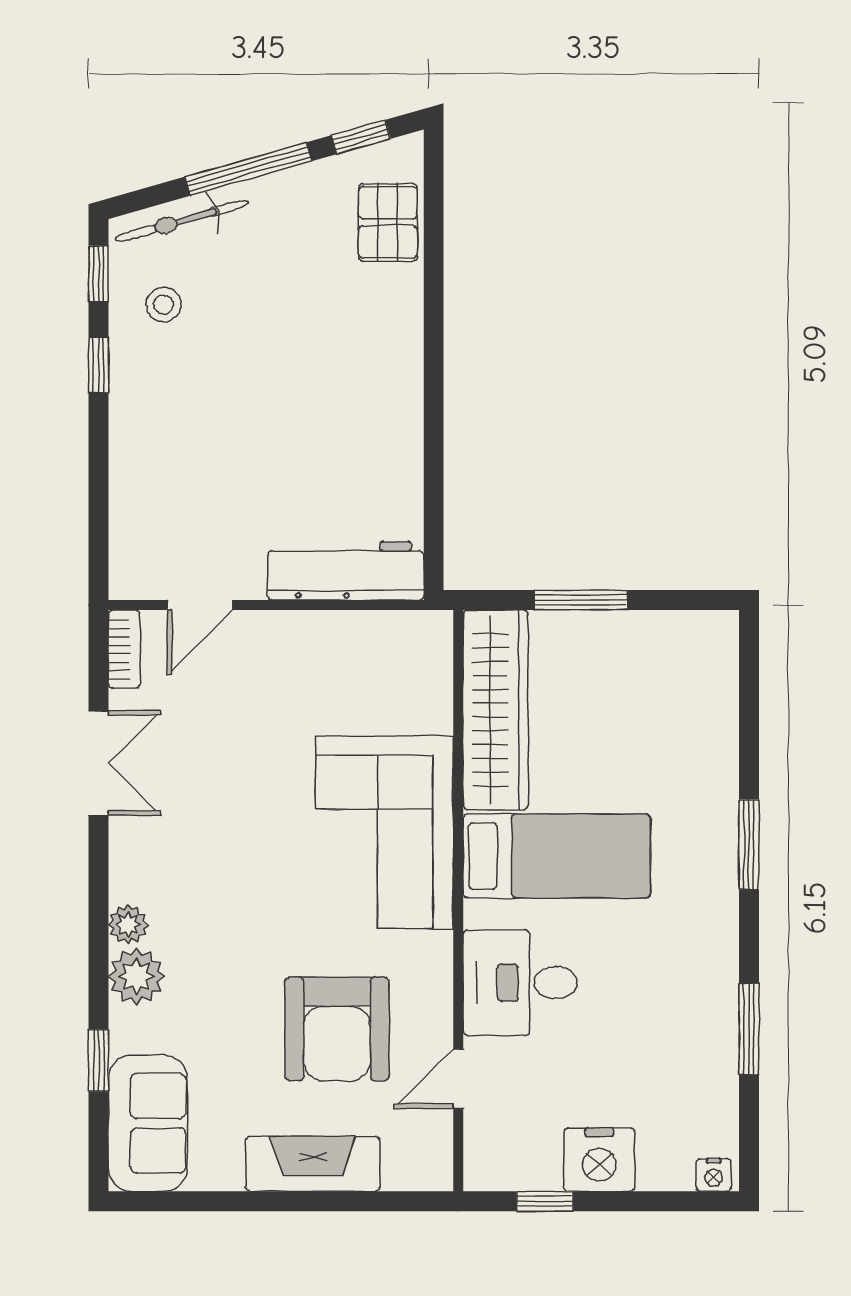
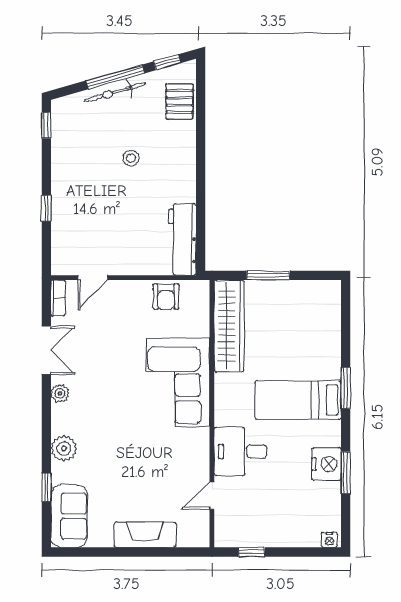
bicycle: (182, 221) -> (115, 92), moved
stool: (164, 305) -> (131, 158), moved
window: (99, 365) -> (46, 208), moved
workbench: (346, 571) -> (183, 239), moved, turned -90
bed: (557, 856) -> (298, 400), moved, turned 180
plant: (128, 925) -> (60, 393), moved
armchair: (337, 1029) -> (166, 297), moved, width x0.53, depth x0.53
nightstand: (599, 1160) -> (327, 464), moved, turned -90

